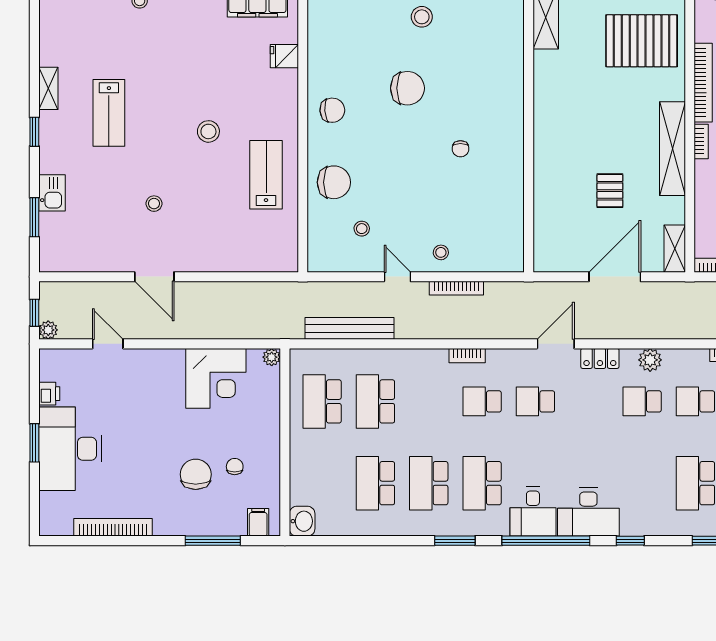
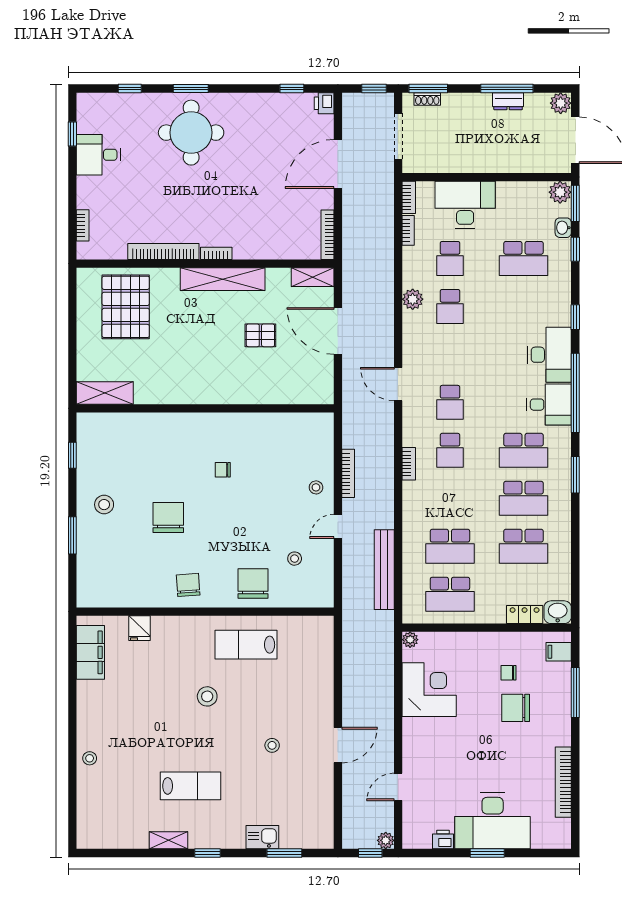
chair: (460, 149) -> (223, 470), turned 180
locker: (600, 358) -> (525, 615), moved, turned -90

